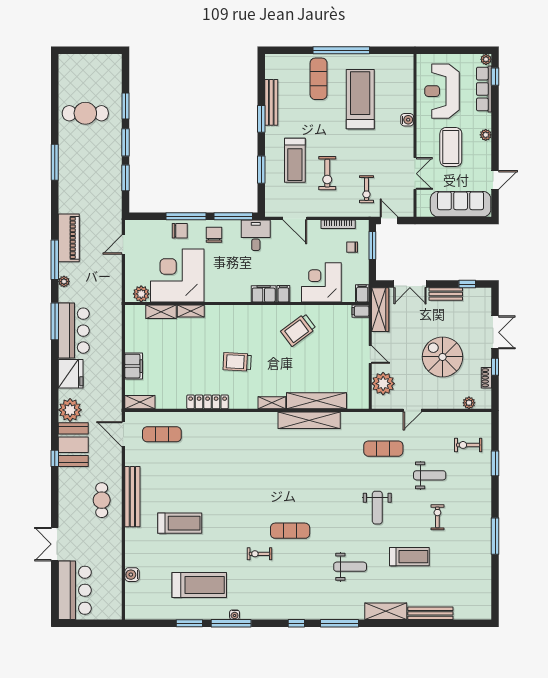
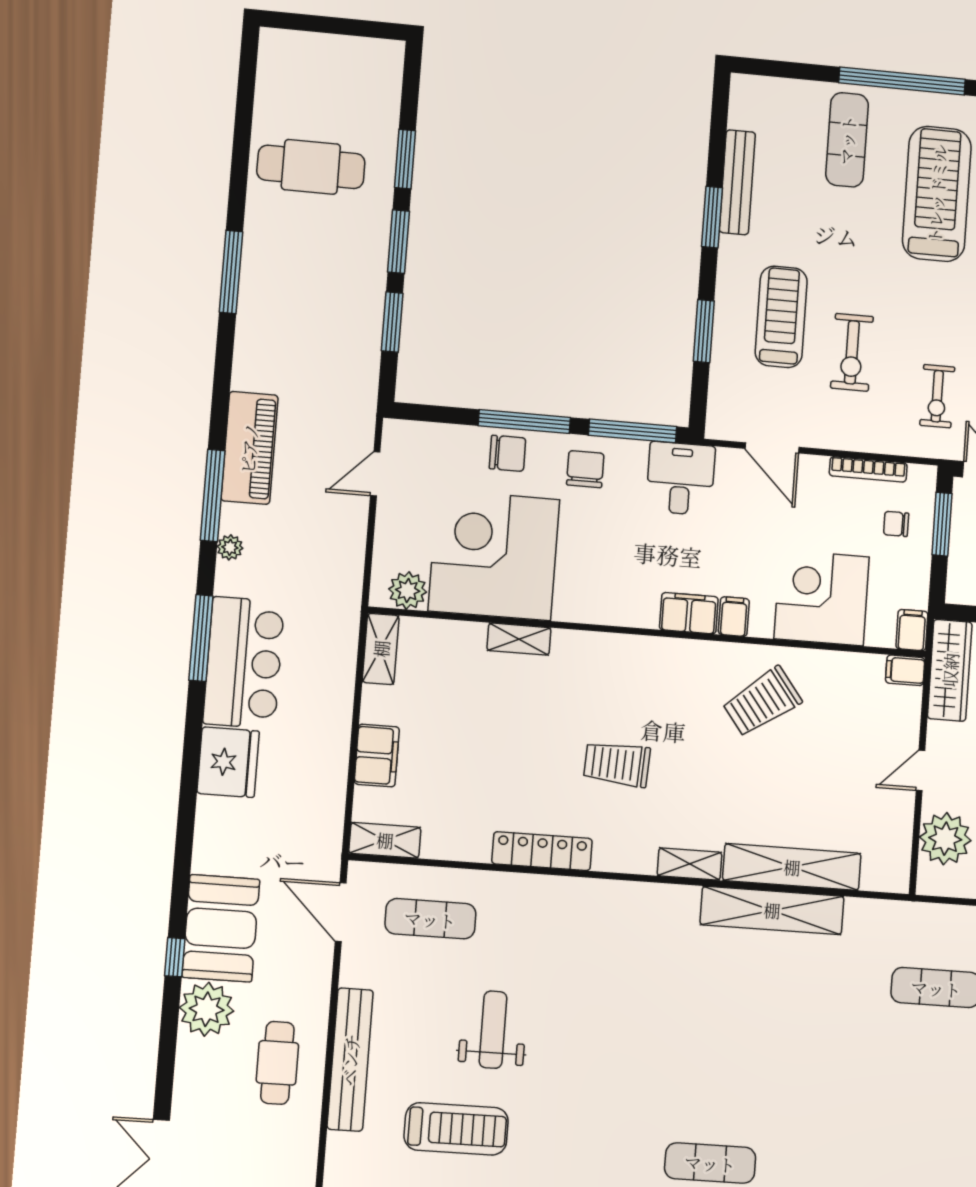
treadmill: (295, 160) -> (781, 317), turned 180
shelving: (161, 312) -> (381, 649), moved, turned 90
door: (370, 355) -> (921, 770), swing flipped
plant: (70, 410) -> (207, 1009), moved
weight bench: (377, 508) -> (493, 1030), moved, turned 180

